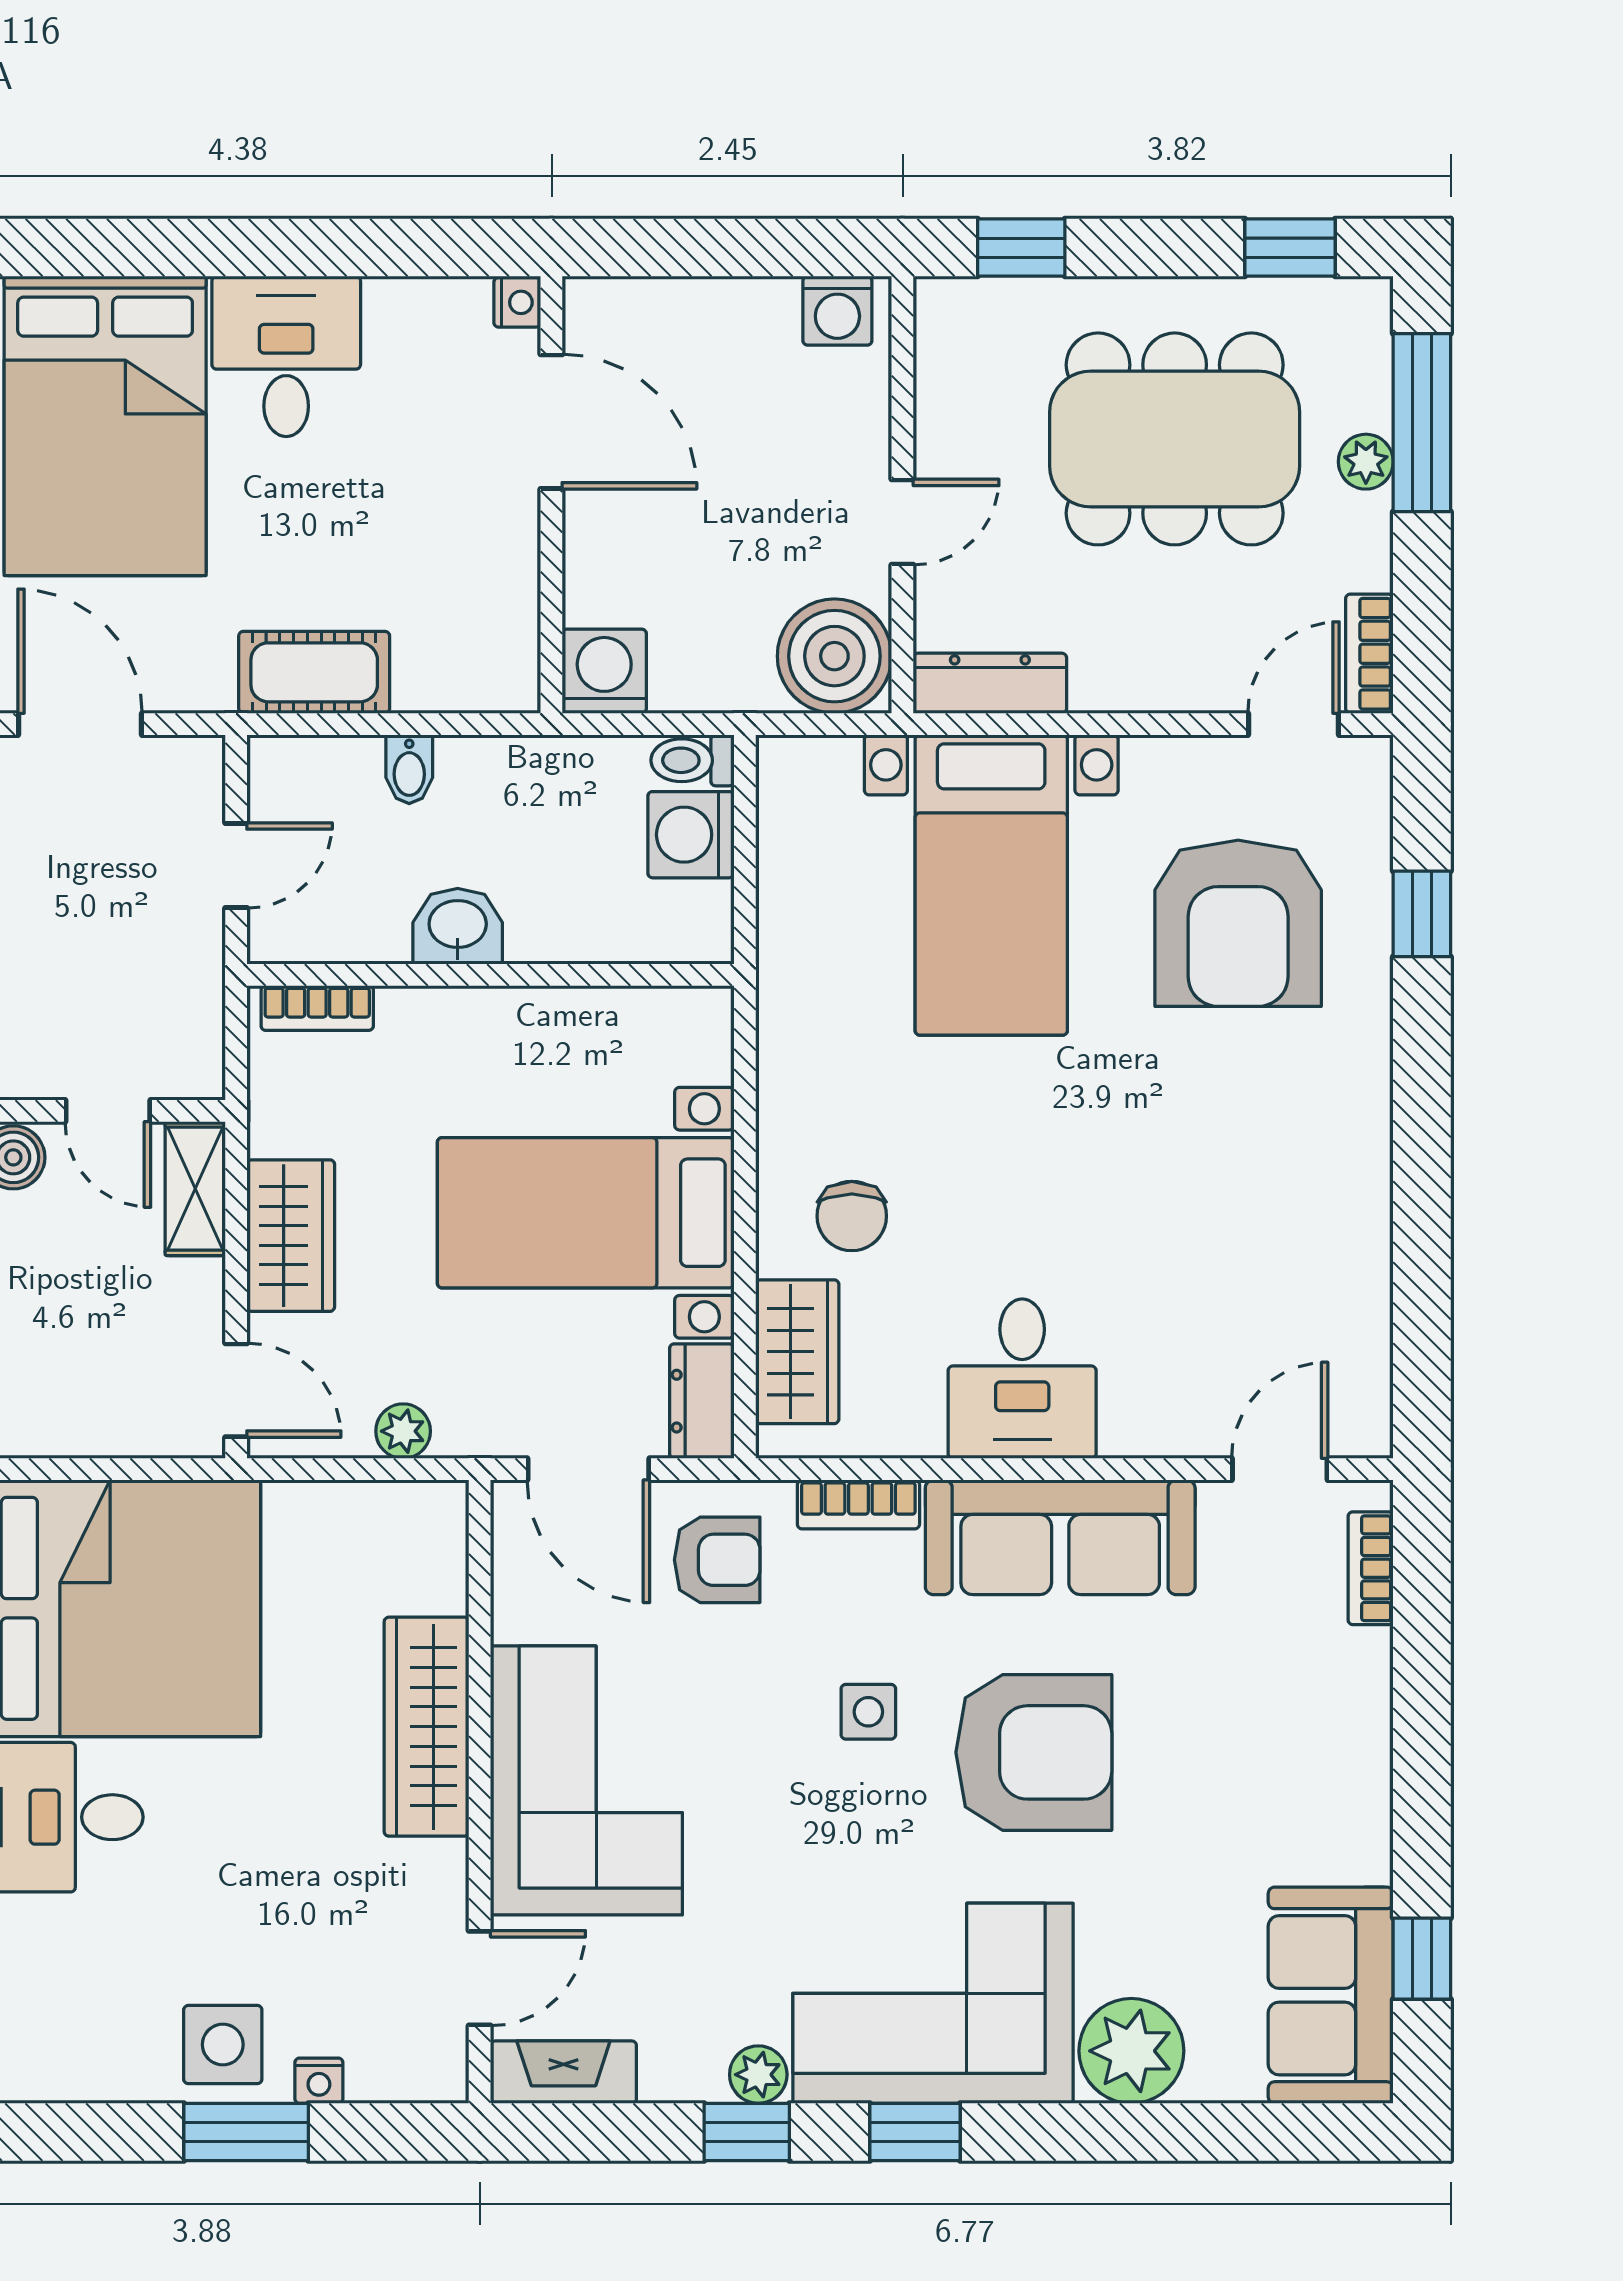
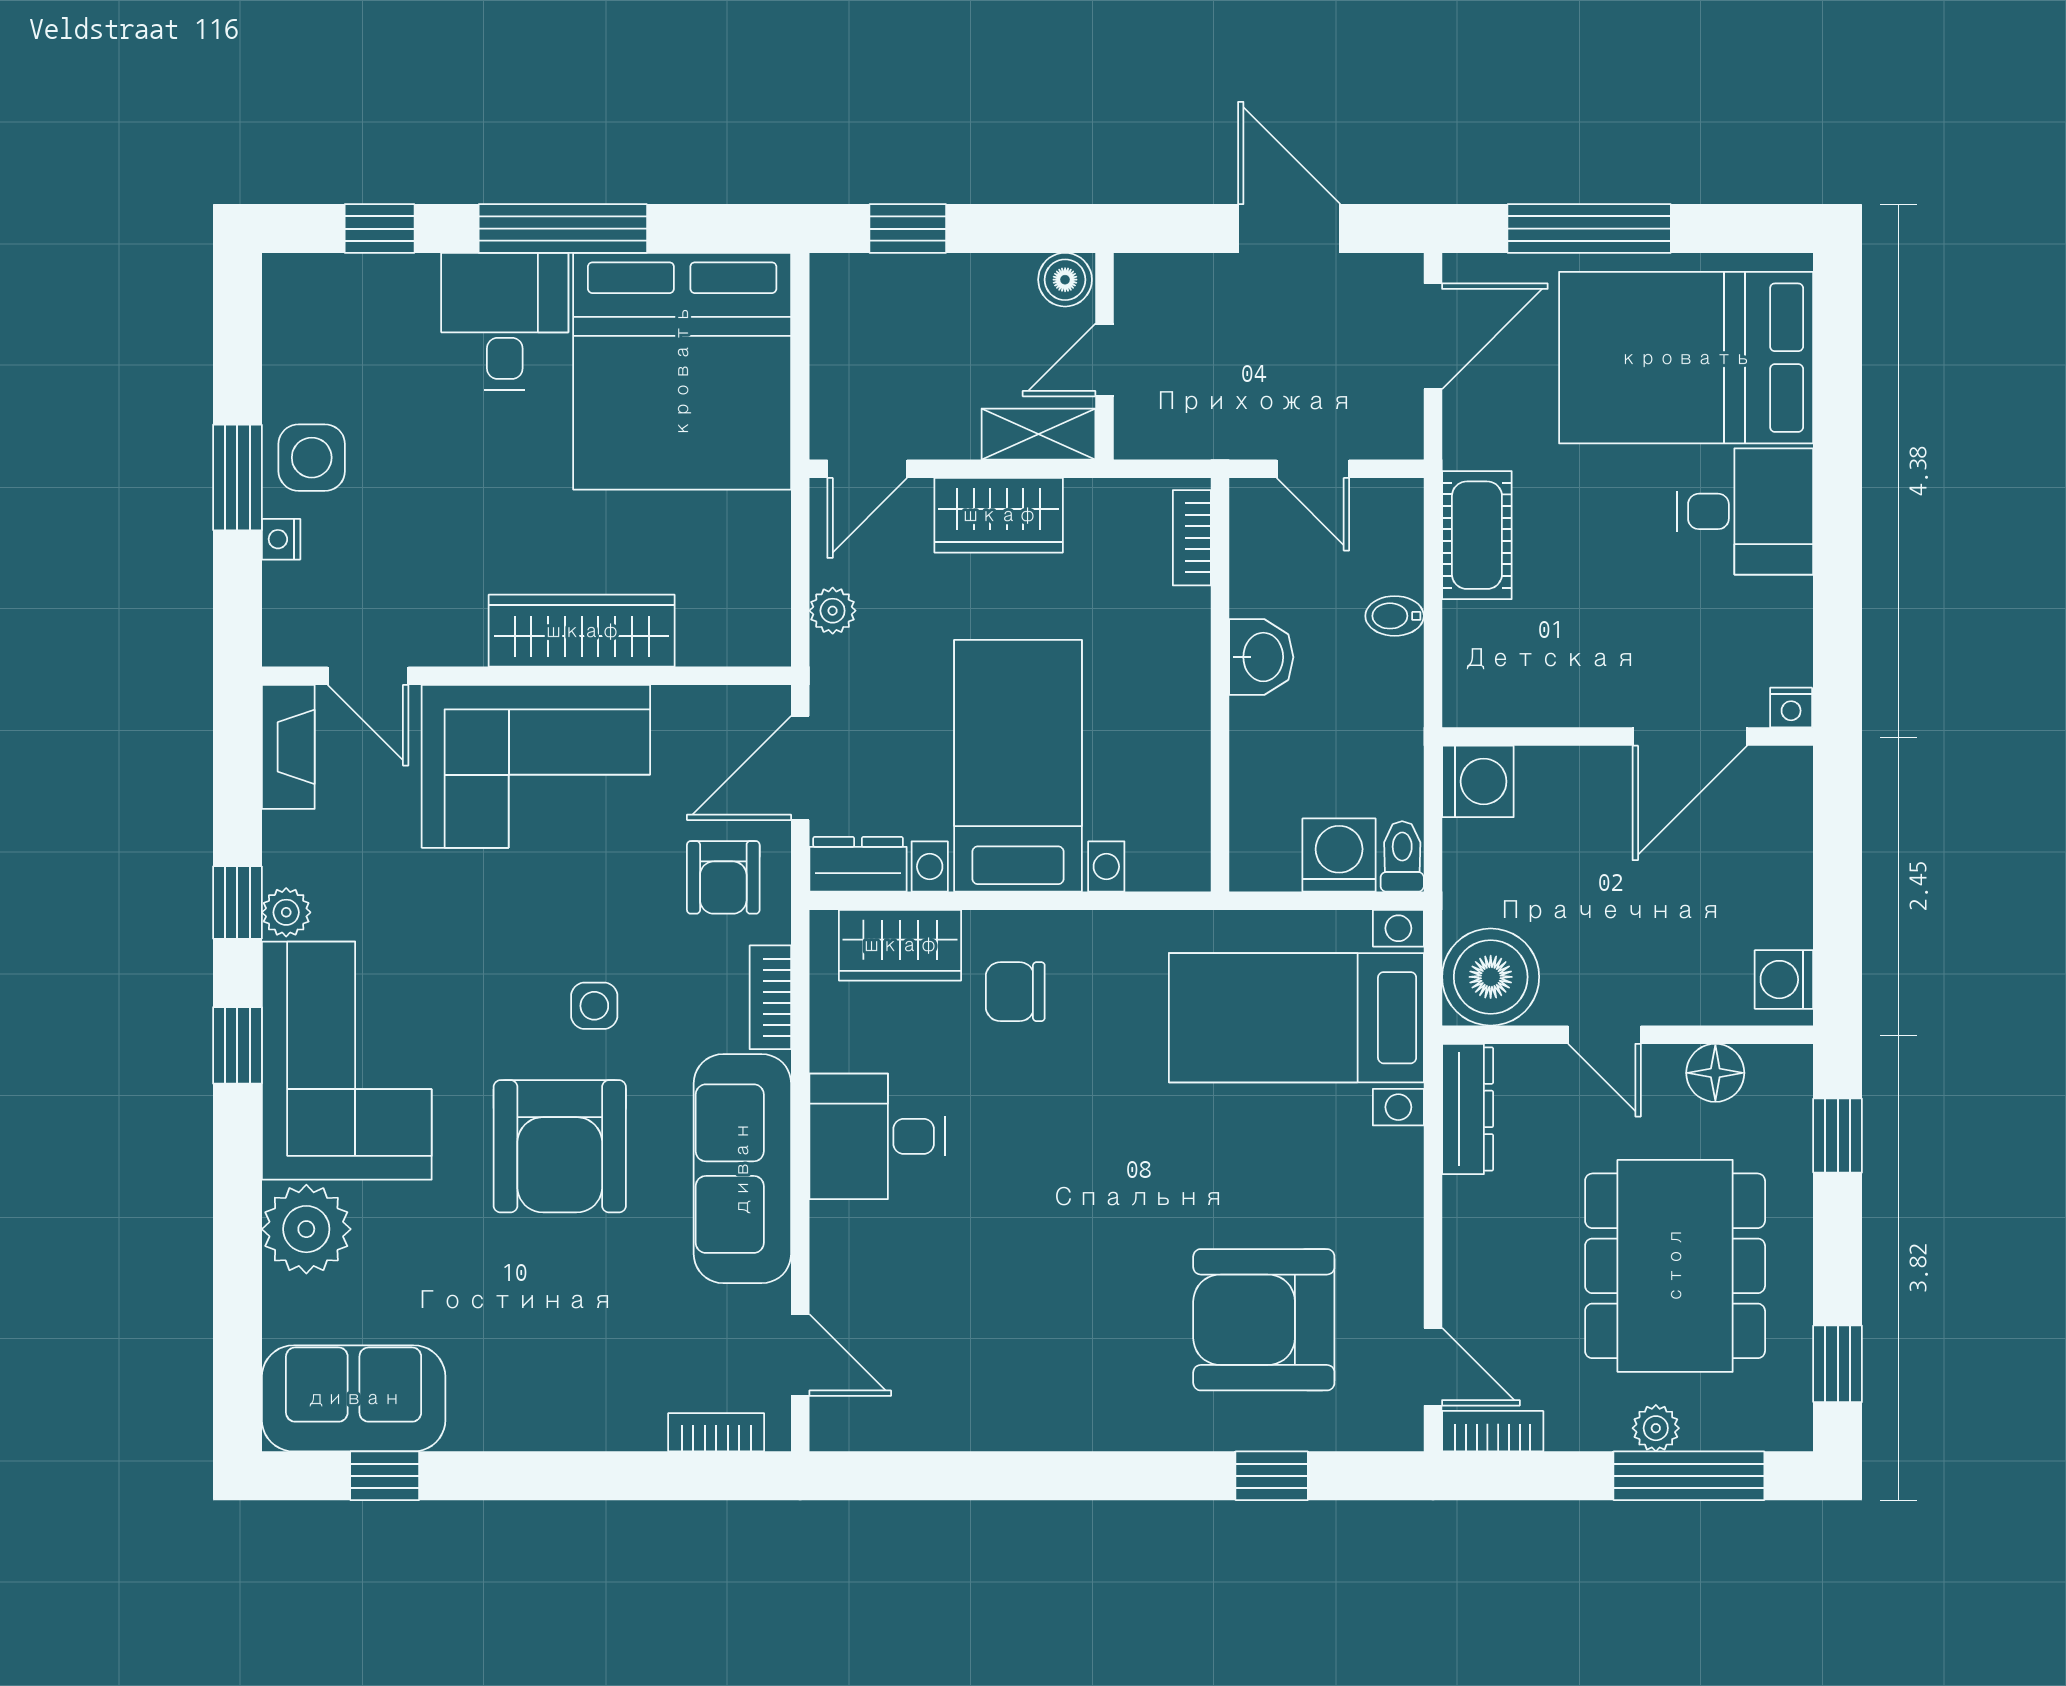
floor lamp: (947, 392) -> (1715, 1073), added
bed with nightstands: (991, 885) -> (1296, 1018), moved

